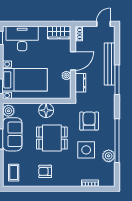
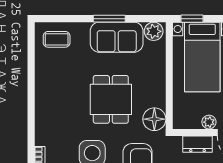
floor lamp: (46, 110) -> (154, 119), moved
armchair: (45, 171) -> (58, 89), removed

